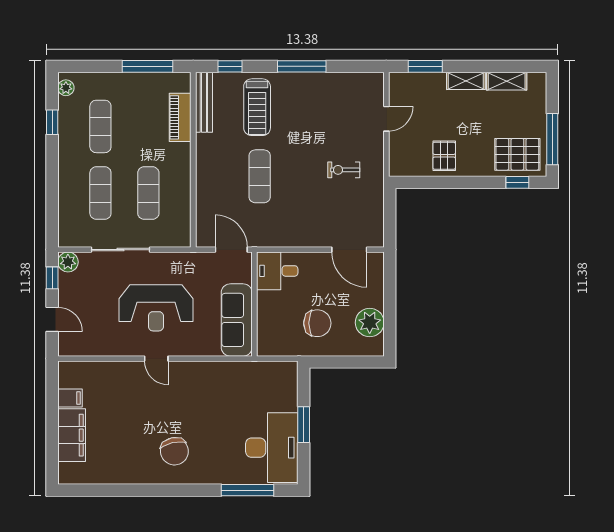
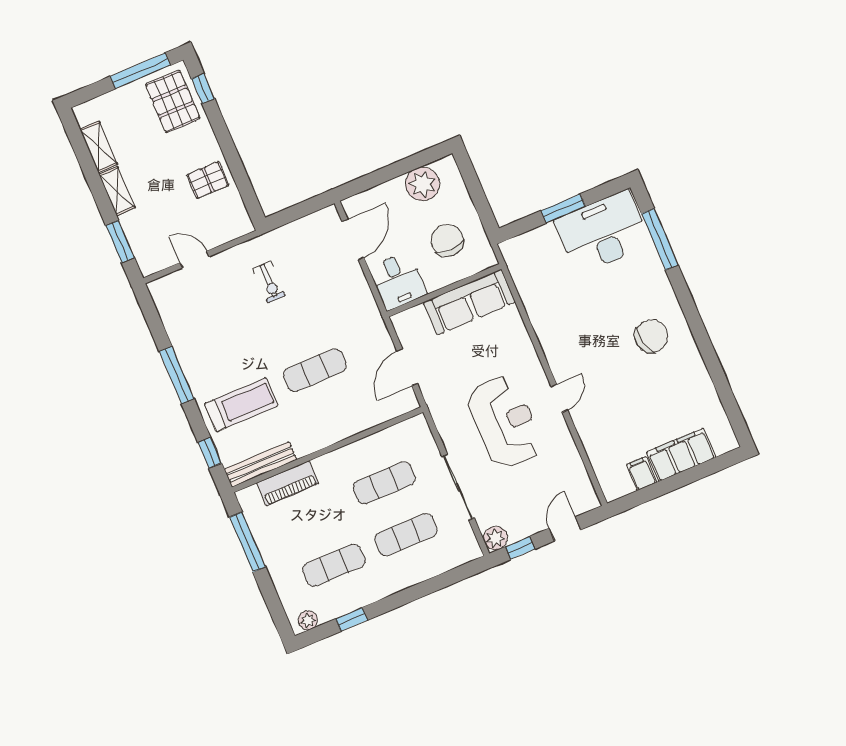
desk: (277, 271) -> (398, 281), moved
wall: (254, 304) -> (444, 290), moved
sofa: (237, 320) -> (469, 302), moved

